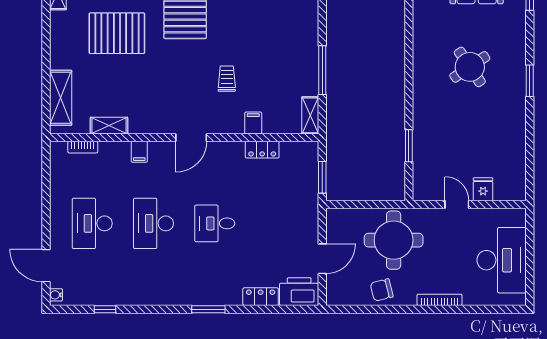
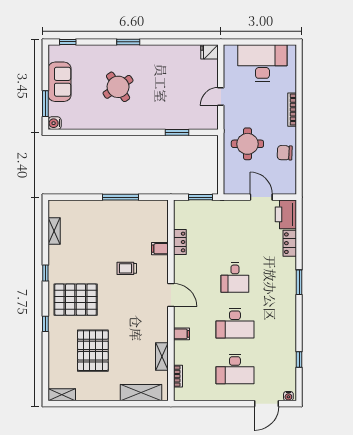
shelving: (310, 115) -> (154, 206), removed
fridge: (483, 189) -> (209, 52), moved
round table: (394, 240) -> (247, 144), width x0.73, depth x0.73
chair: (382, 290) -> (285, 153), turned 106

